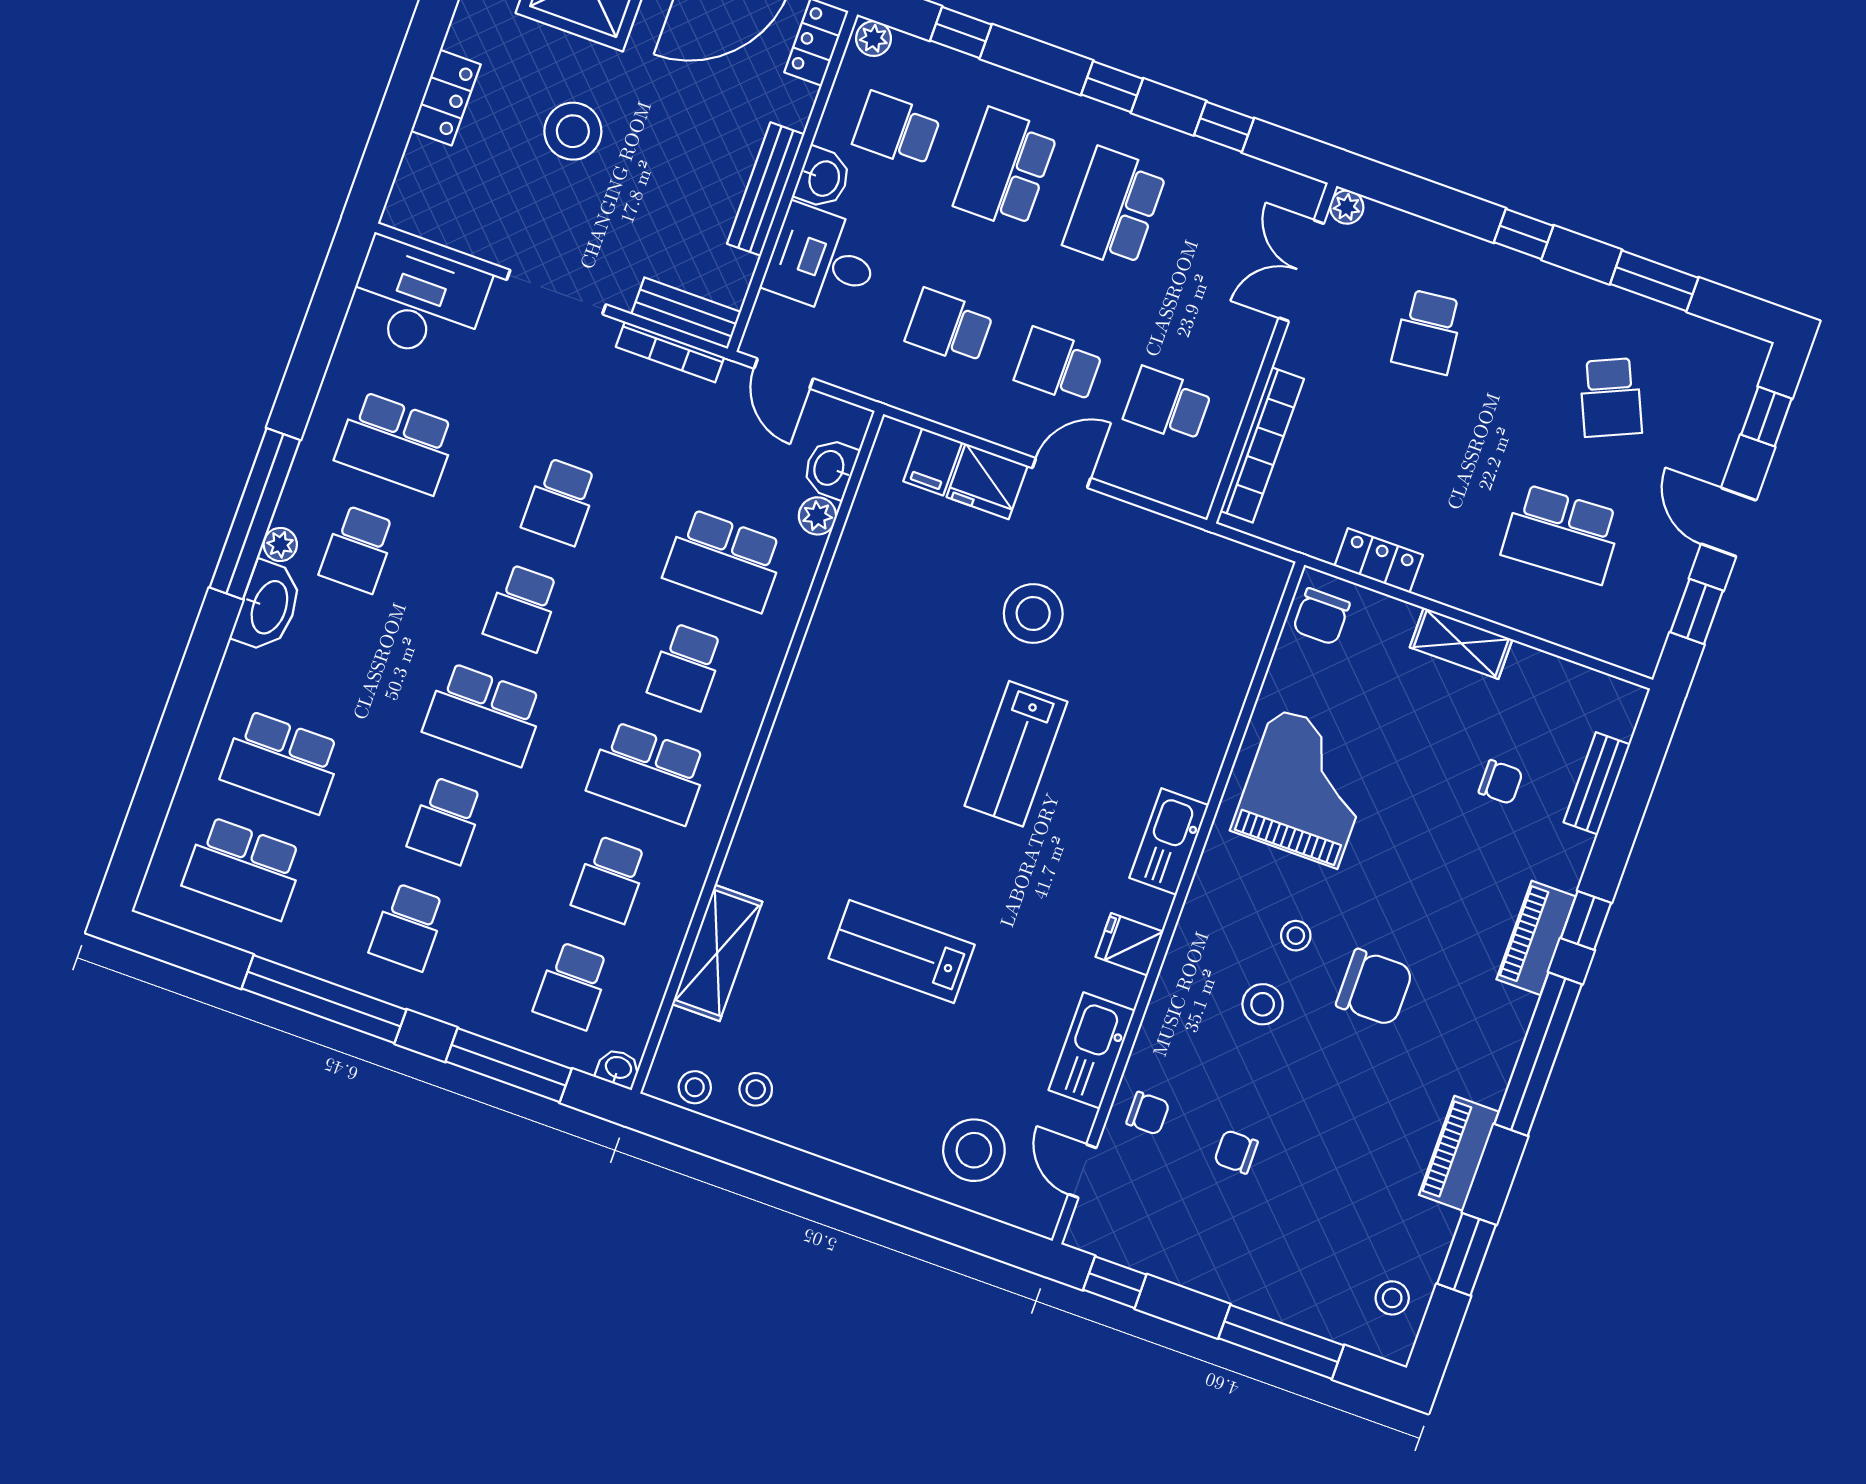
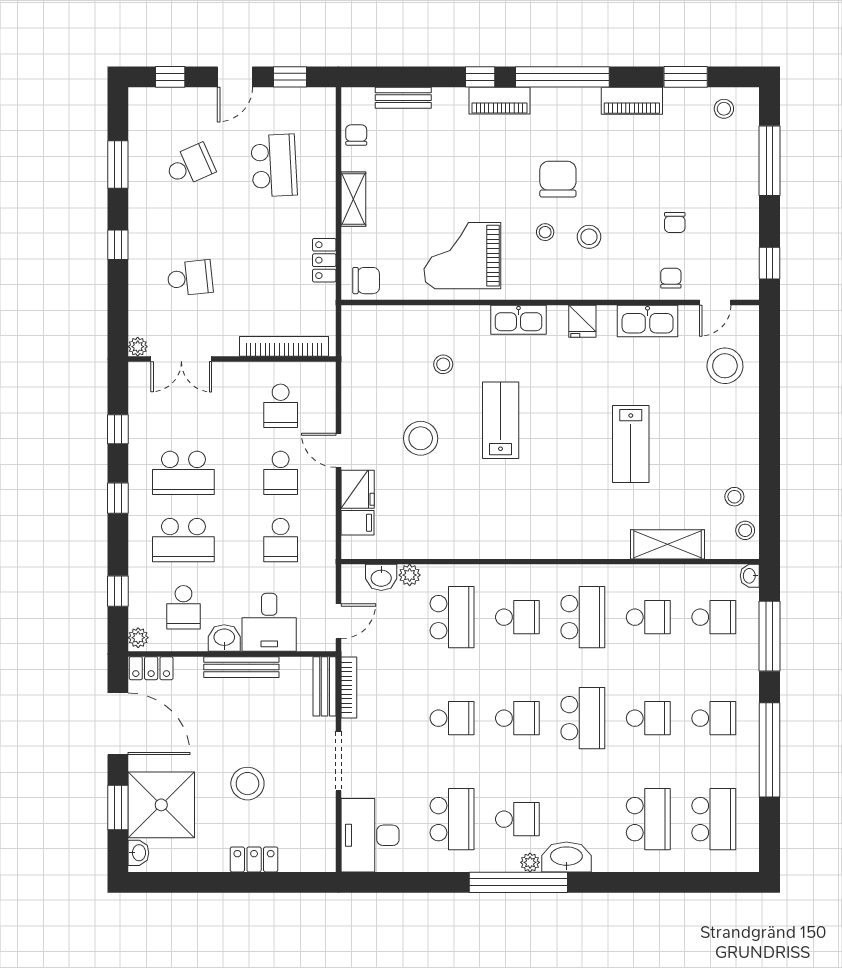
stool: (1140, 693) -> (443, 364), added
lab bench: (1016, 754) -> (501, 420), turned -90
chair: (1501, 782) -> (356, 135), moved

